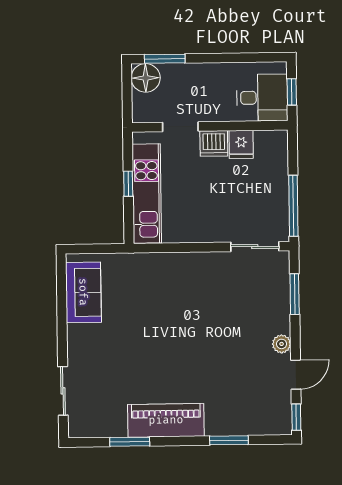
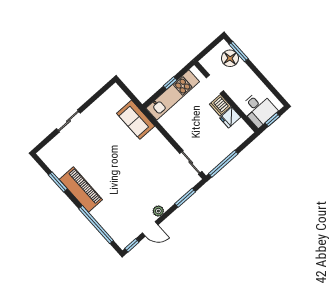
floor lamp: (146, 78) -> (230, 58), moved
sofa: (83, 292) -> (136, 120), moved, turned 90
sliding door: (63, 391) -> (68, 121), moved
window: (229, 440) -> (96, 225), width x2.11

